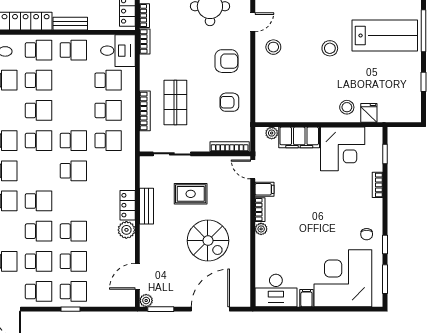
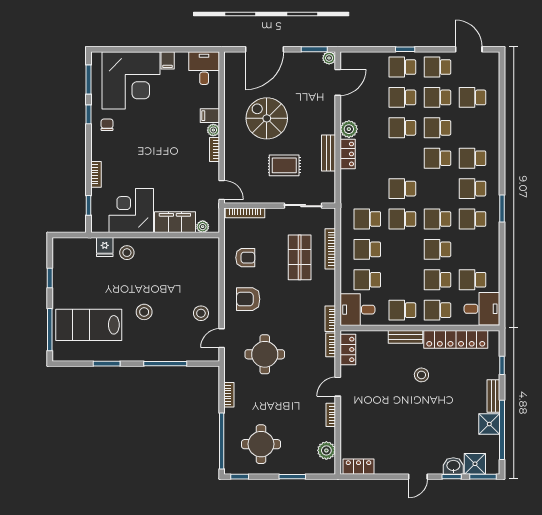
filing cabinet: (264, 189) -> (210, 116), moved
desk: (276, 291) -> (204, 68), width x0.73

